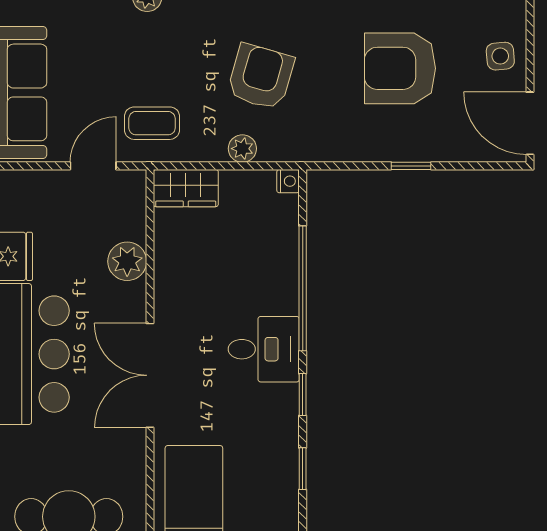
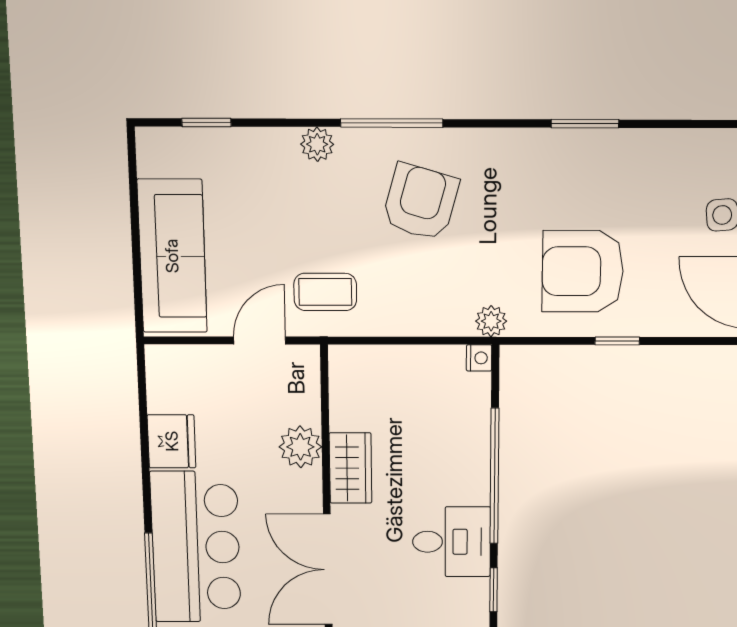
armchair: (400, 68) -> (583, 271), moved
armchair: (261, 77) -> (420, 202), moved
plant: (242, 149) -> (491, 321), moved
wardrobe: (186, 188) -> (350, 468), moved, turned -90

